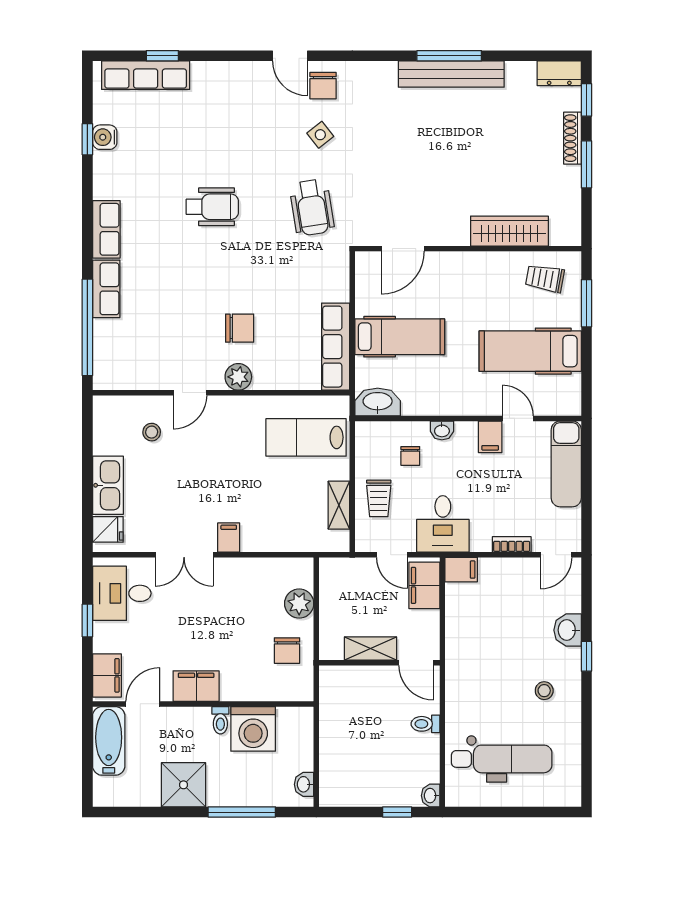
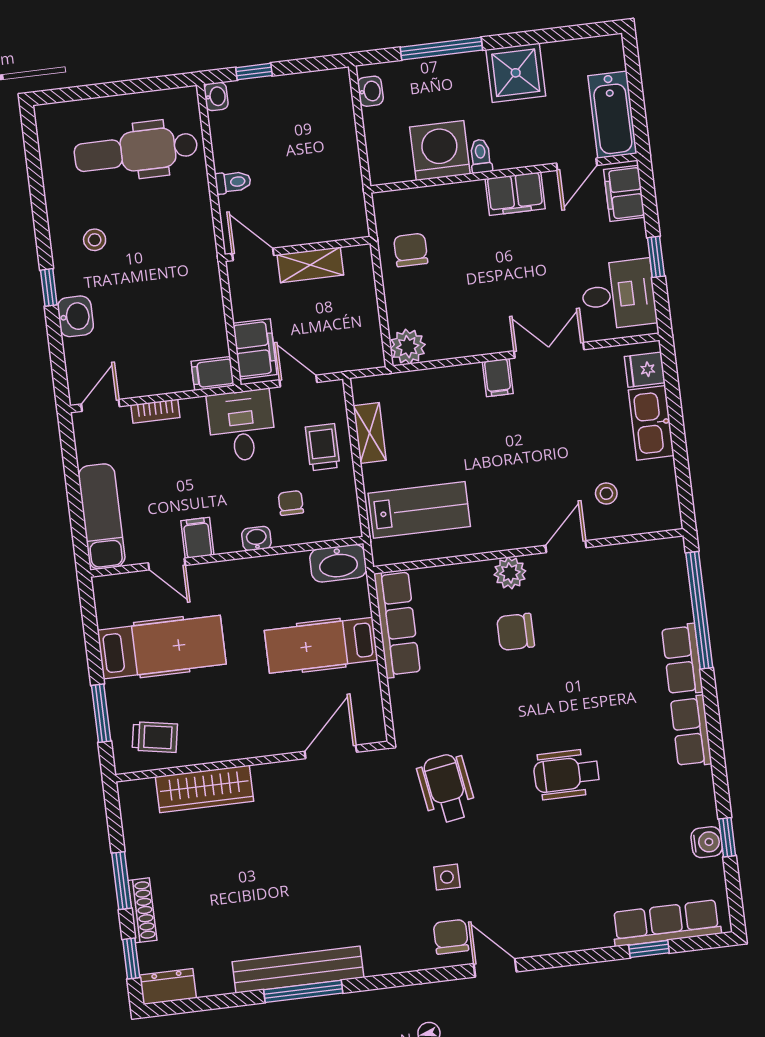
side table: (320, 135) -> (447, 877), turned 38
plant: (299, 604) -> (408, 347), moved

